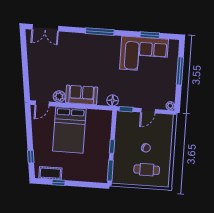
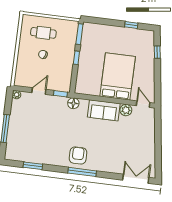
armchair: (105, 48) -> (78, 155), added
corner sofa: (144, 54) -> (40, 147), removed
door: (42, 103) -> (143, 104), hinge flipped
cot: (50, 173) -> (139, 35), removed

